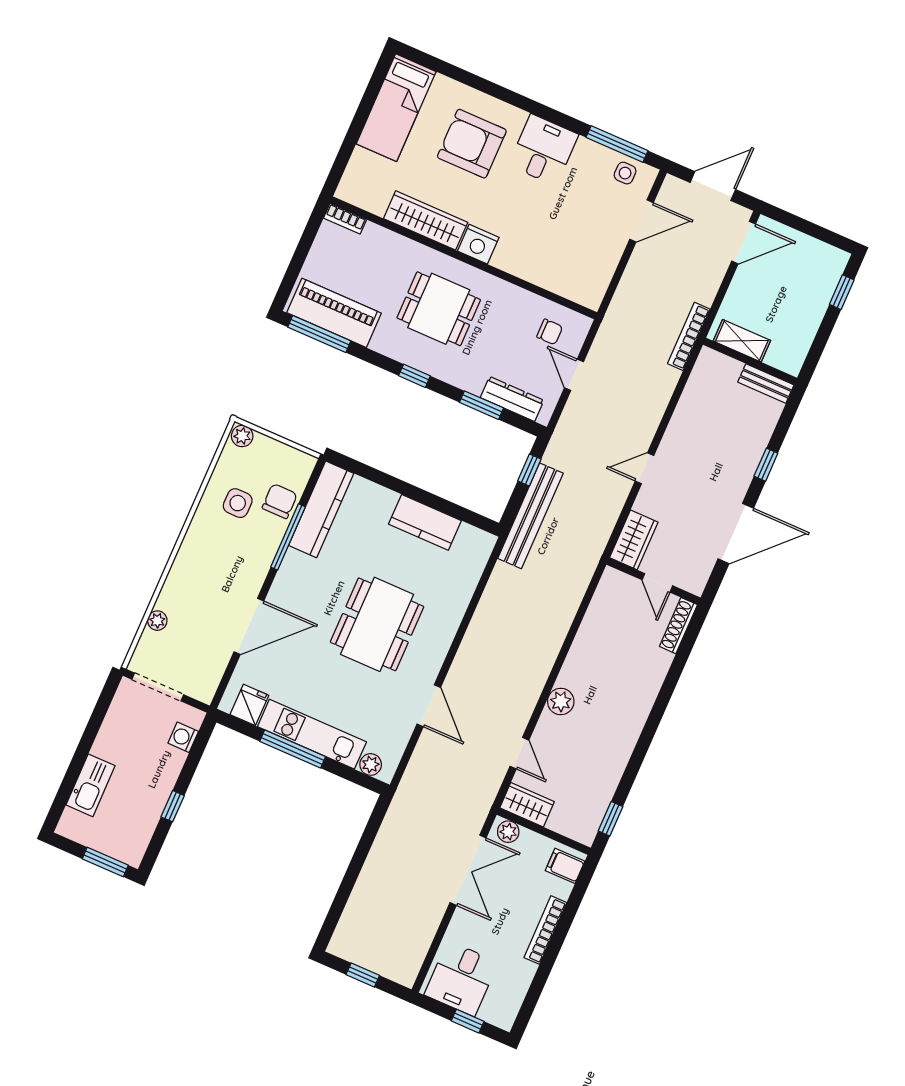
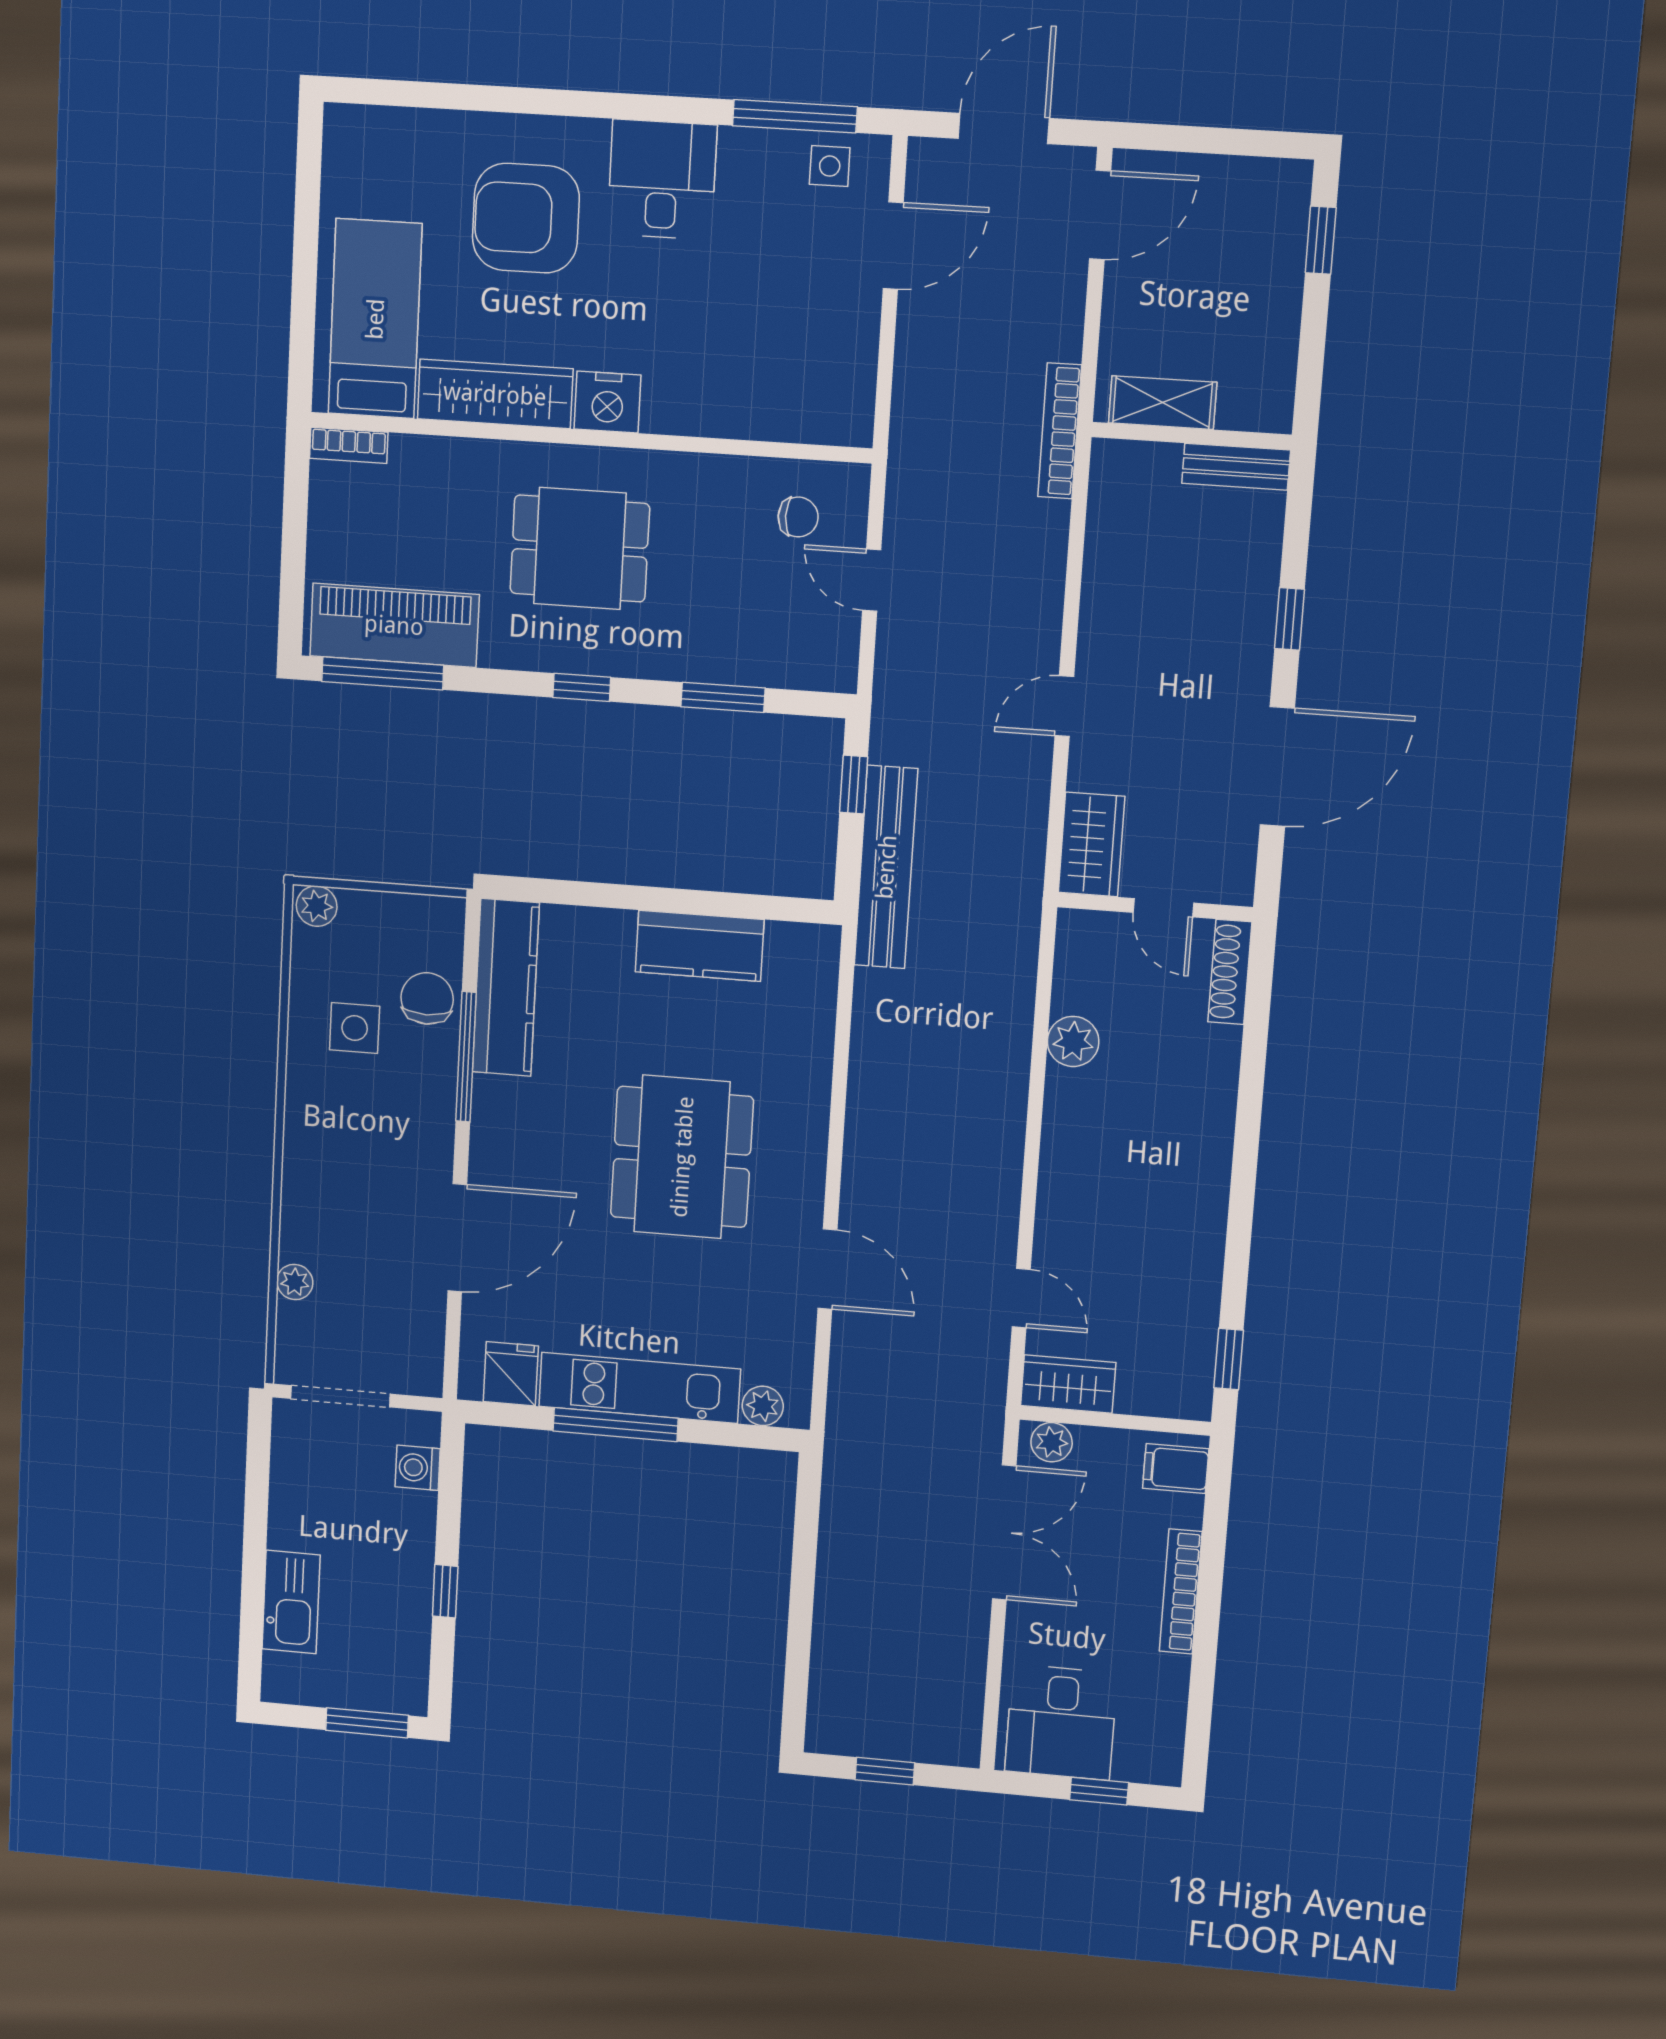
bed: (396, 108) -> (375, 319), moved, turned 180
dresser: (512, 399) -> (774, 666), removed
plant: (561, 701) -> (1073, 1041), moved

